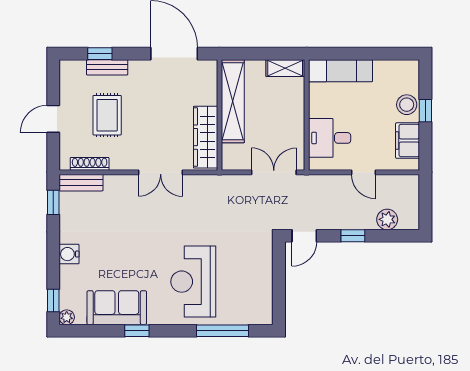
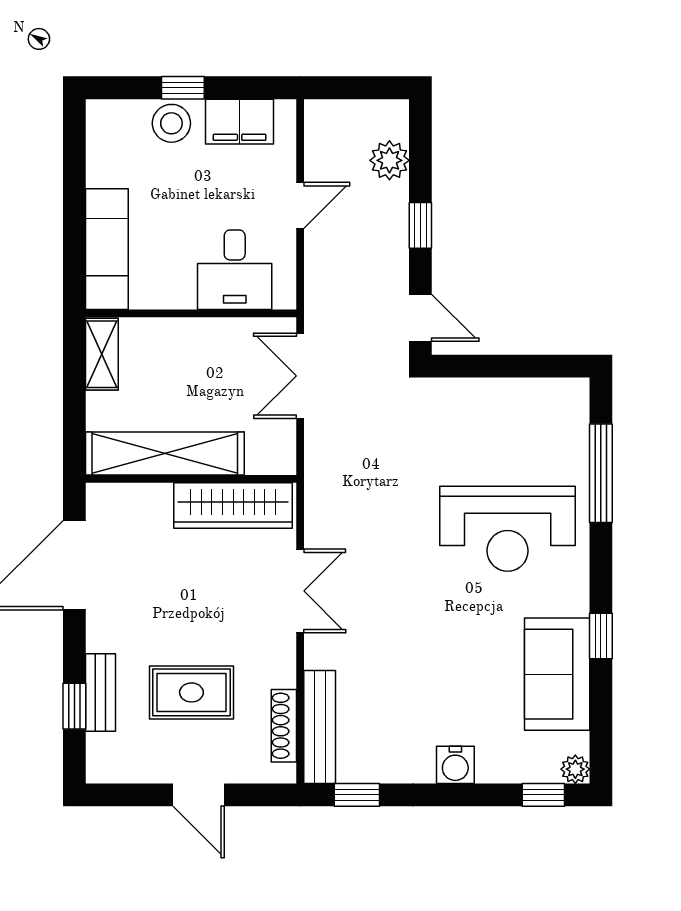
bench: (81, 183) -> (320, 727), width x1.36

